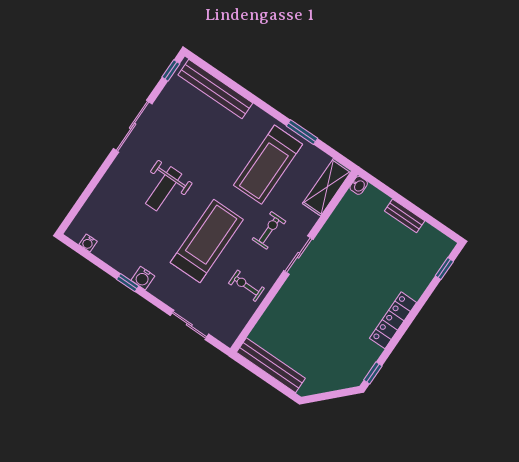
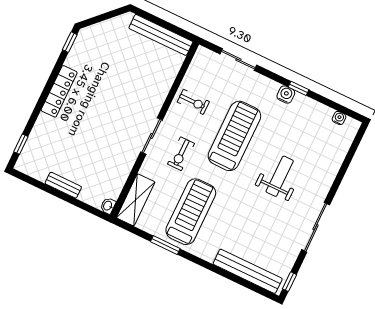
treadmill: (207, 241) -> (234, 136), turned 180

